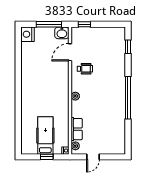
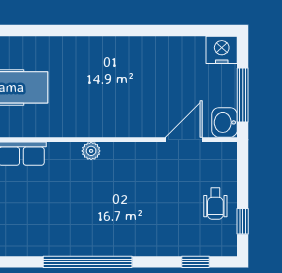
window: (84, 24) -> (243, 221), moved
door: (70, 52) -> (184, 140), hinge flipped
wheelchair: (85, 69) -> (215, 204), moved

